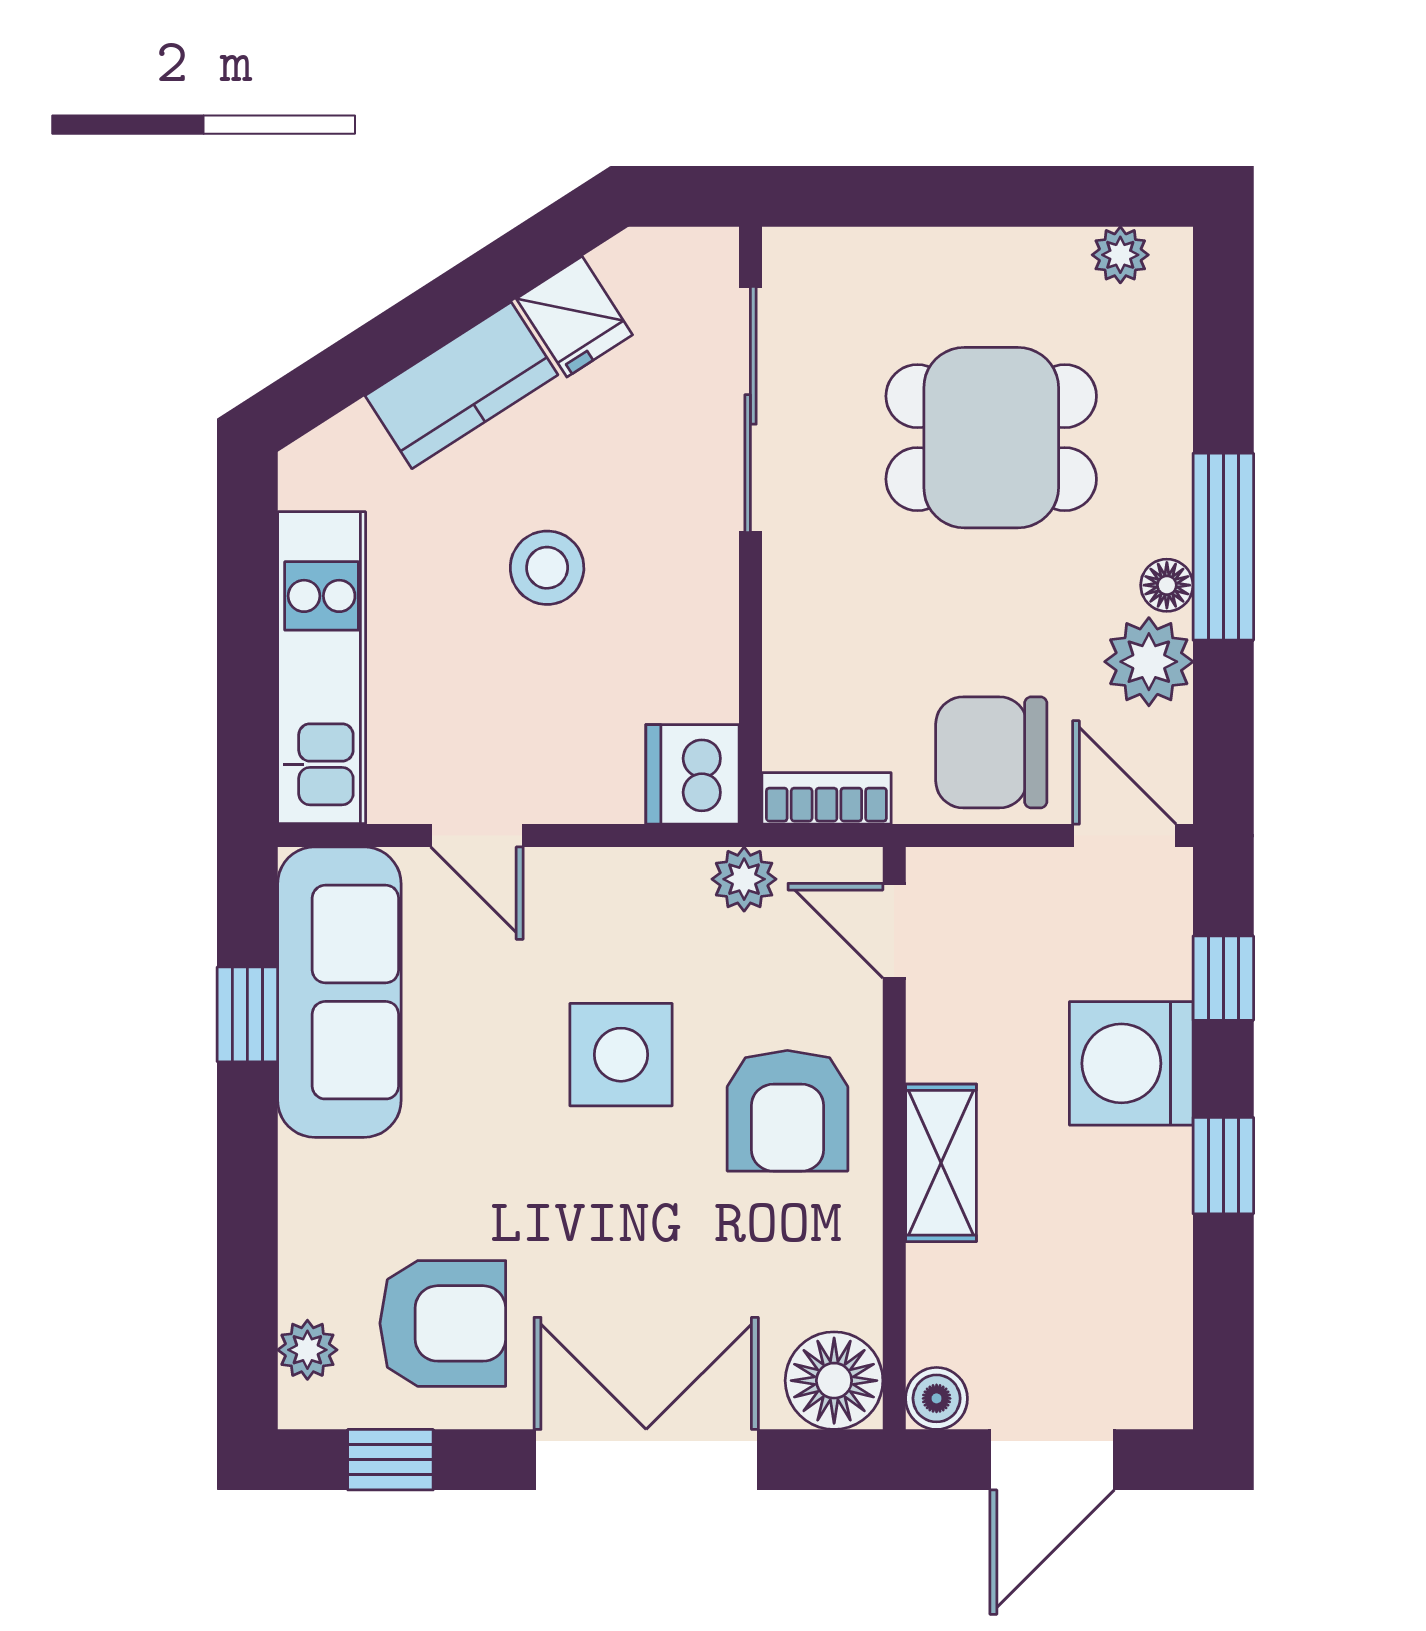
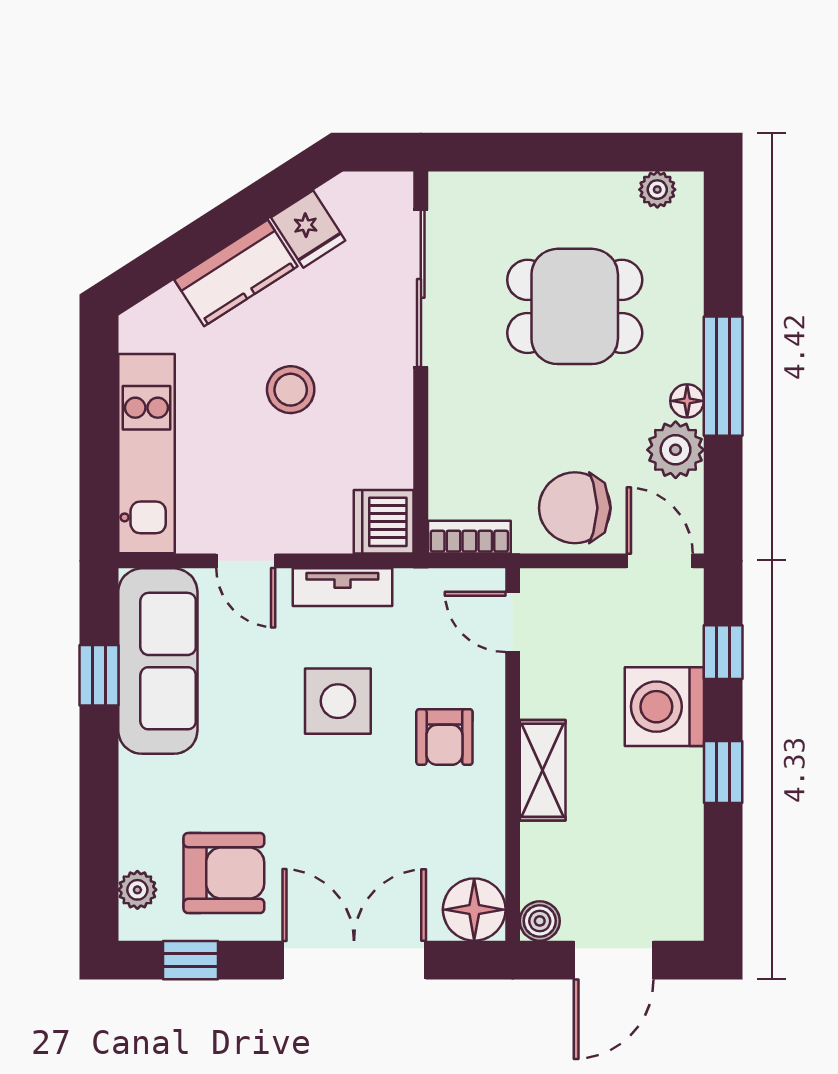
tv unit: (628, 877) -> (342, 587), added
plant: (744, 879) -> (417, 589), removed
armchair: (787, 1111) -> (444, 737), width x0.72, depth x0.72

